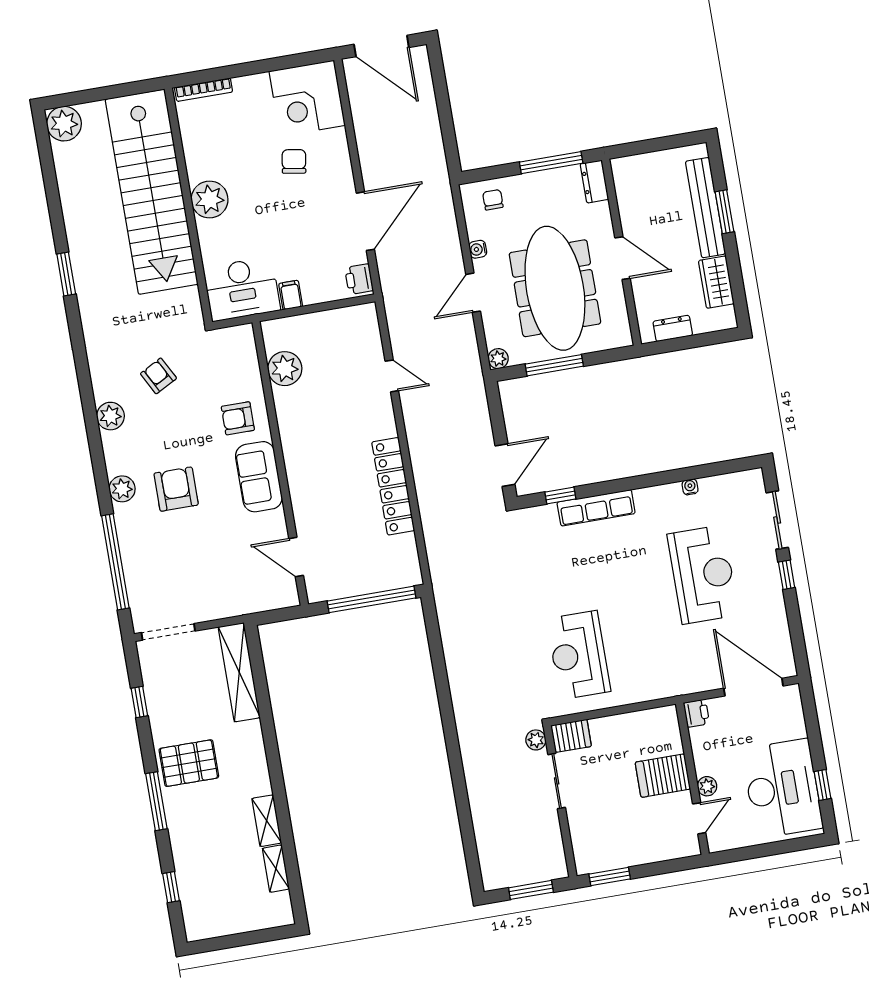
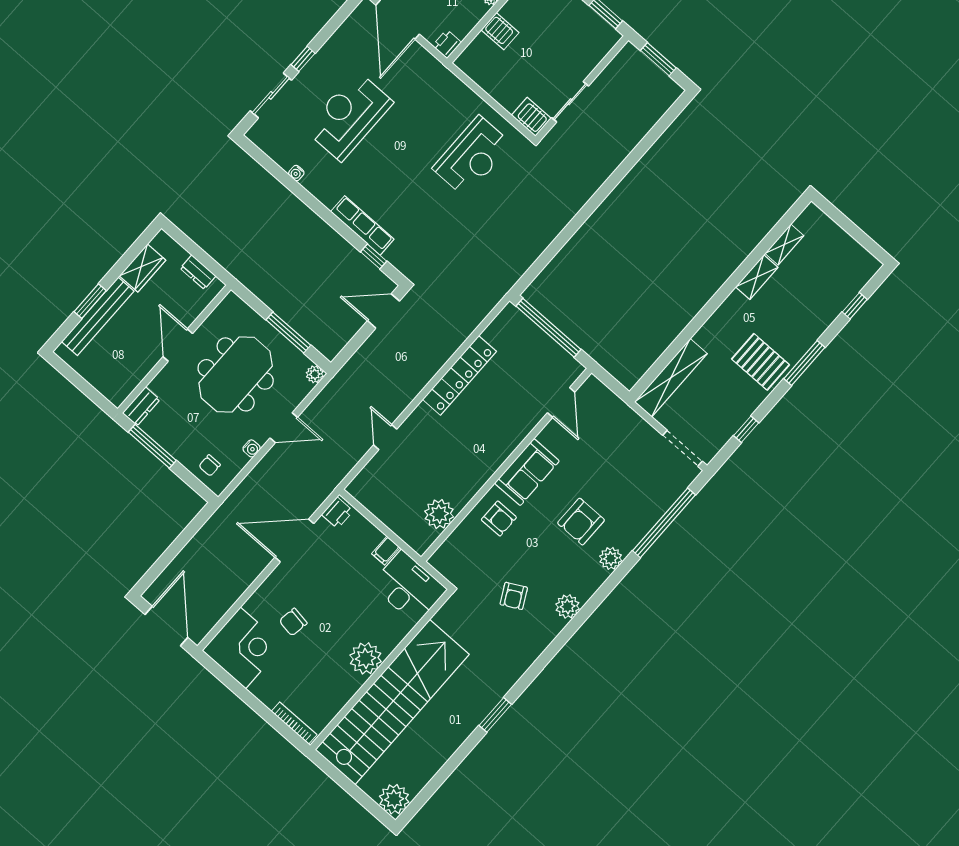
meeting table: (555, 288) -> (236, 374), width x0.73
plant: (536, 740) -> (554, 138), removed
server rack: (663, 776) -> (500, 31), width x0.73, depth x0.70

